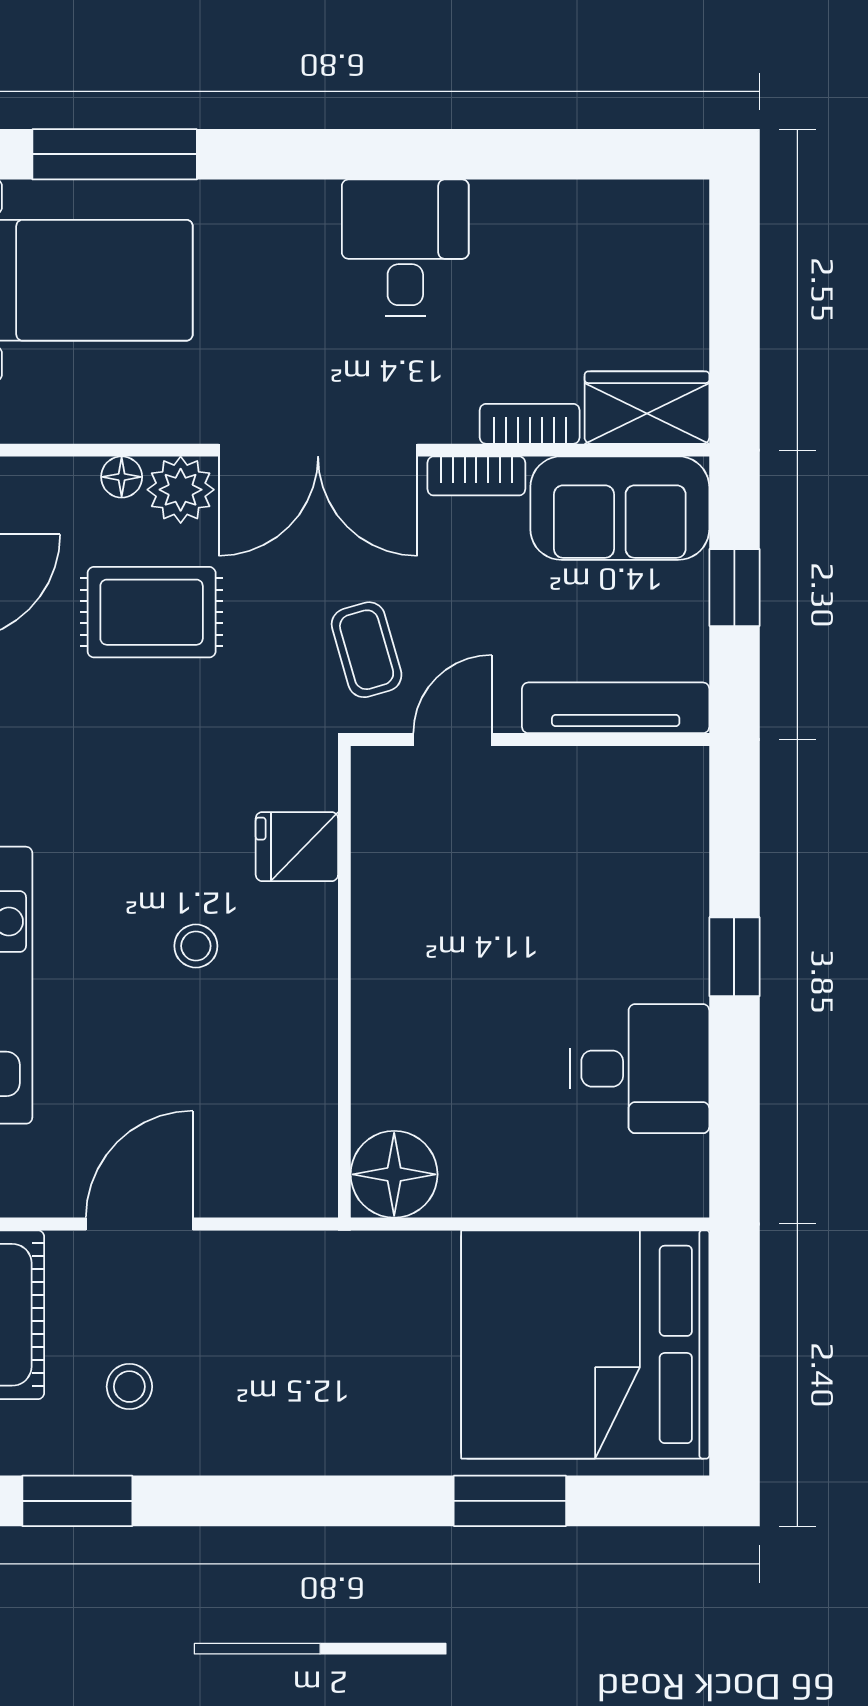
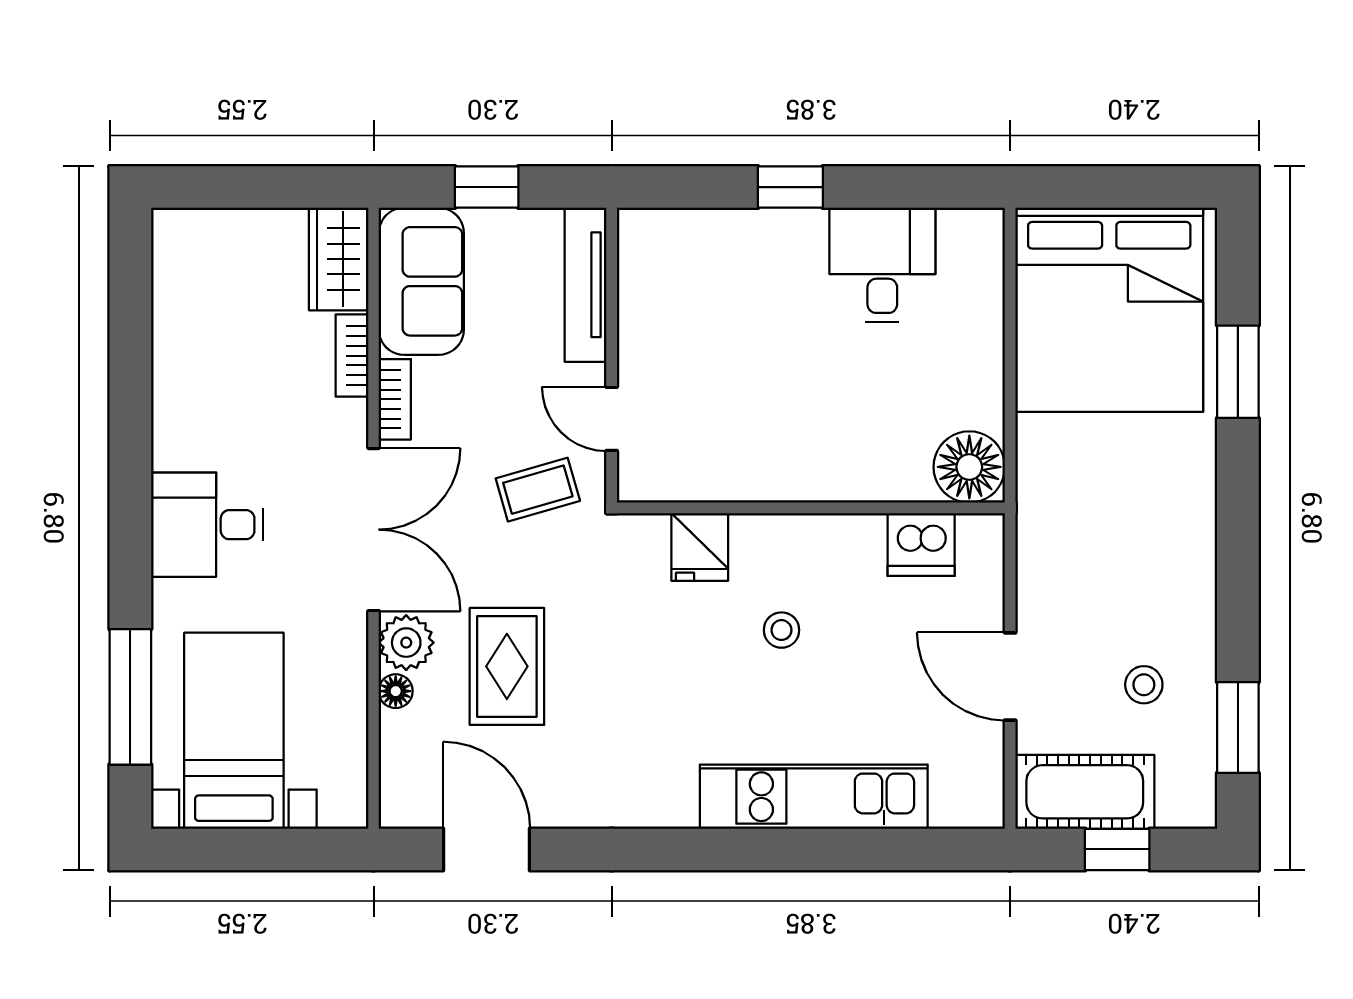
desk: (405, 248) -> (207, 525), moved
dishwasher: (300, 1116) -> (921, 544), added

